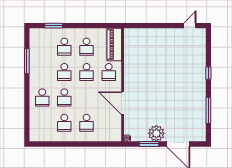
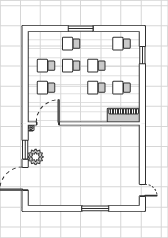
school desk: (64, 47) -> (121, 44), moved
window: (27, 61) -> (81, 29), moved
school desk: (109, 72) -> (96, 110), removed
window: (208, 73) -> (95, 208), width x2.17
door: (123, 103) -> (48, 123), moved
window: (208, 110) -> (58, 208), removed

